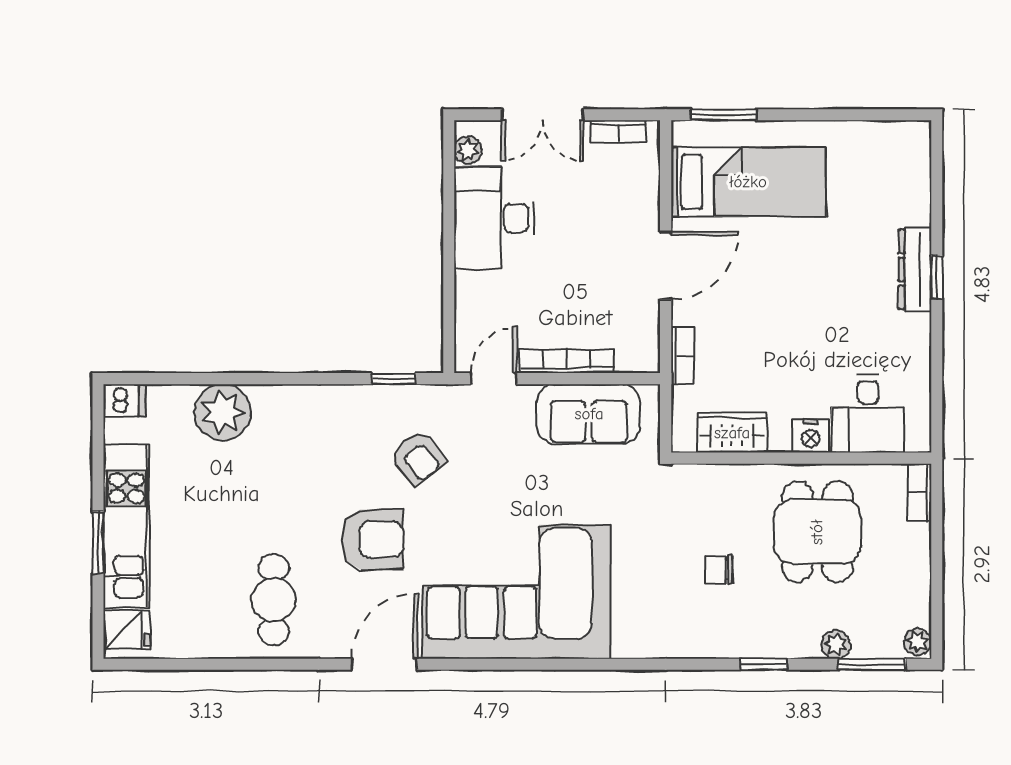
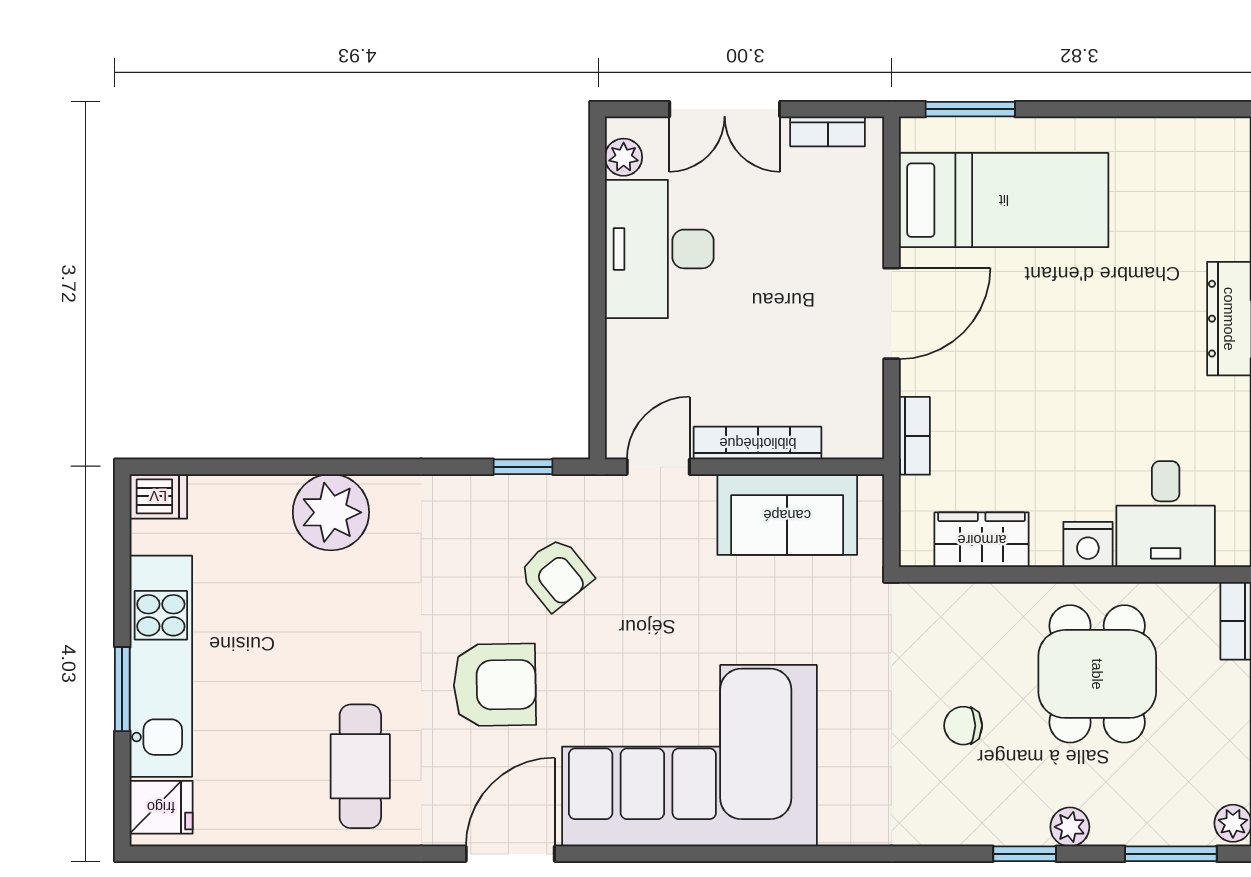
plant: (223, 412) -> (331, 512), moved
plant: (836, 644) -> (1070, 827), moved

